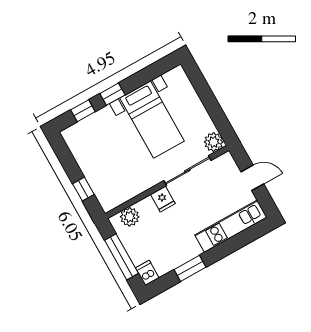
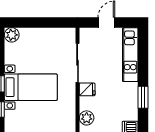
bed with nightstands: (152, 120) -> (31, 87), moved
plant: (214, 142) -> (12, 35), moved

